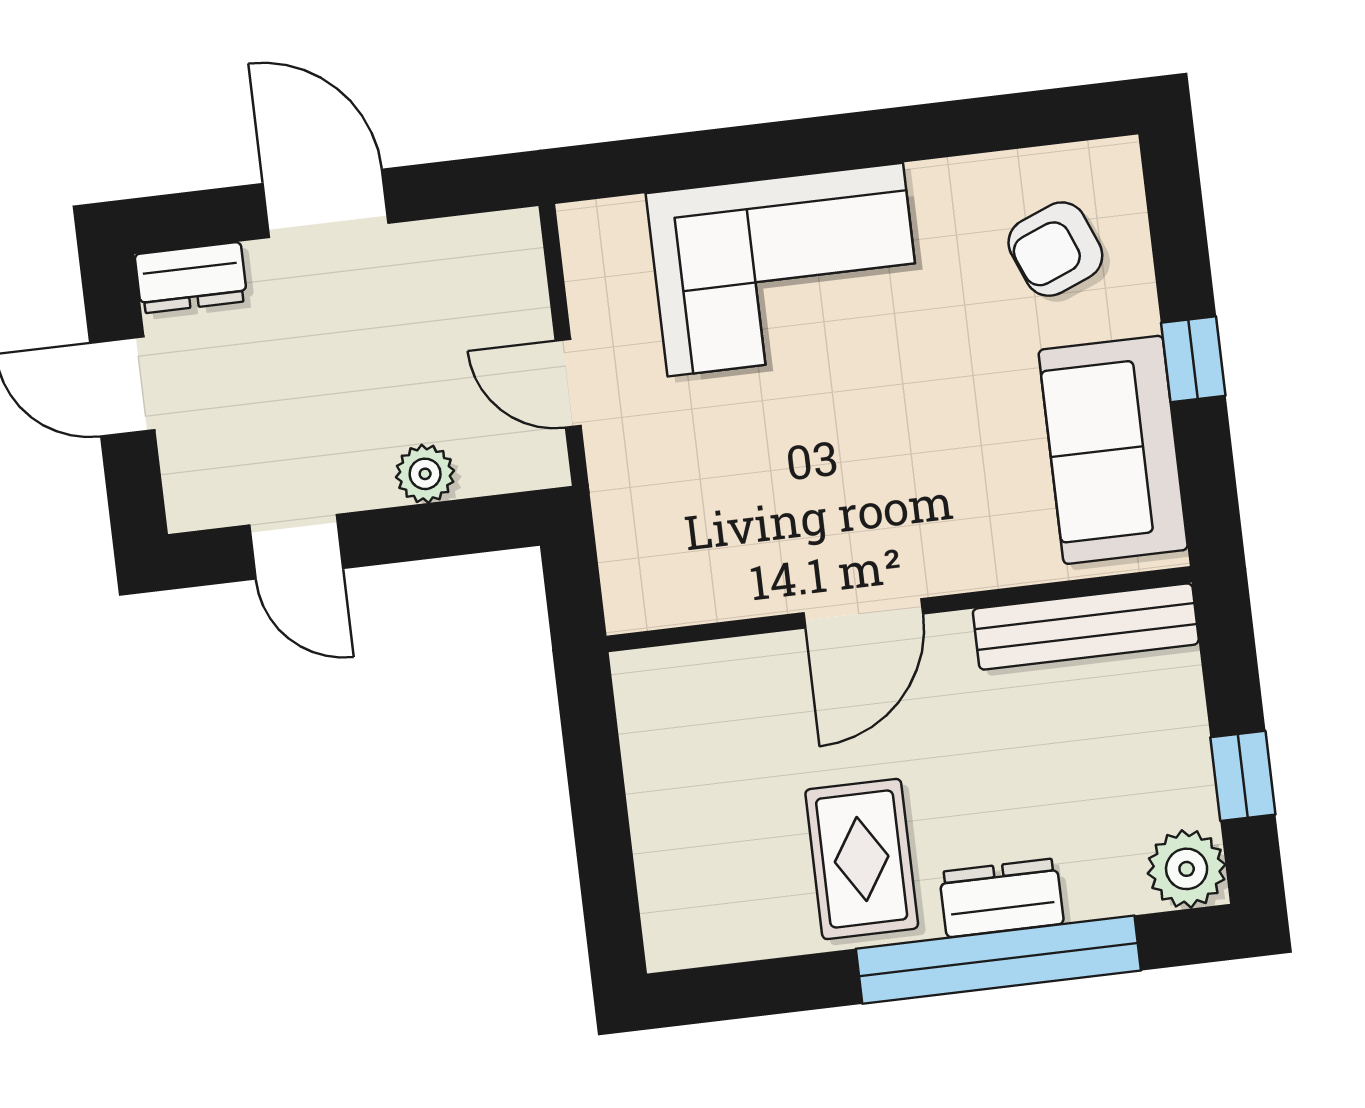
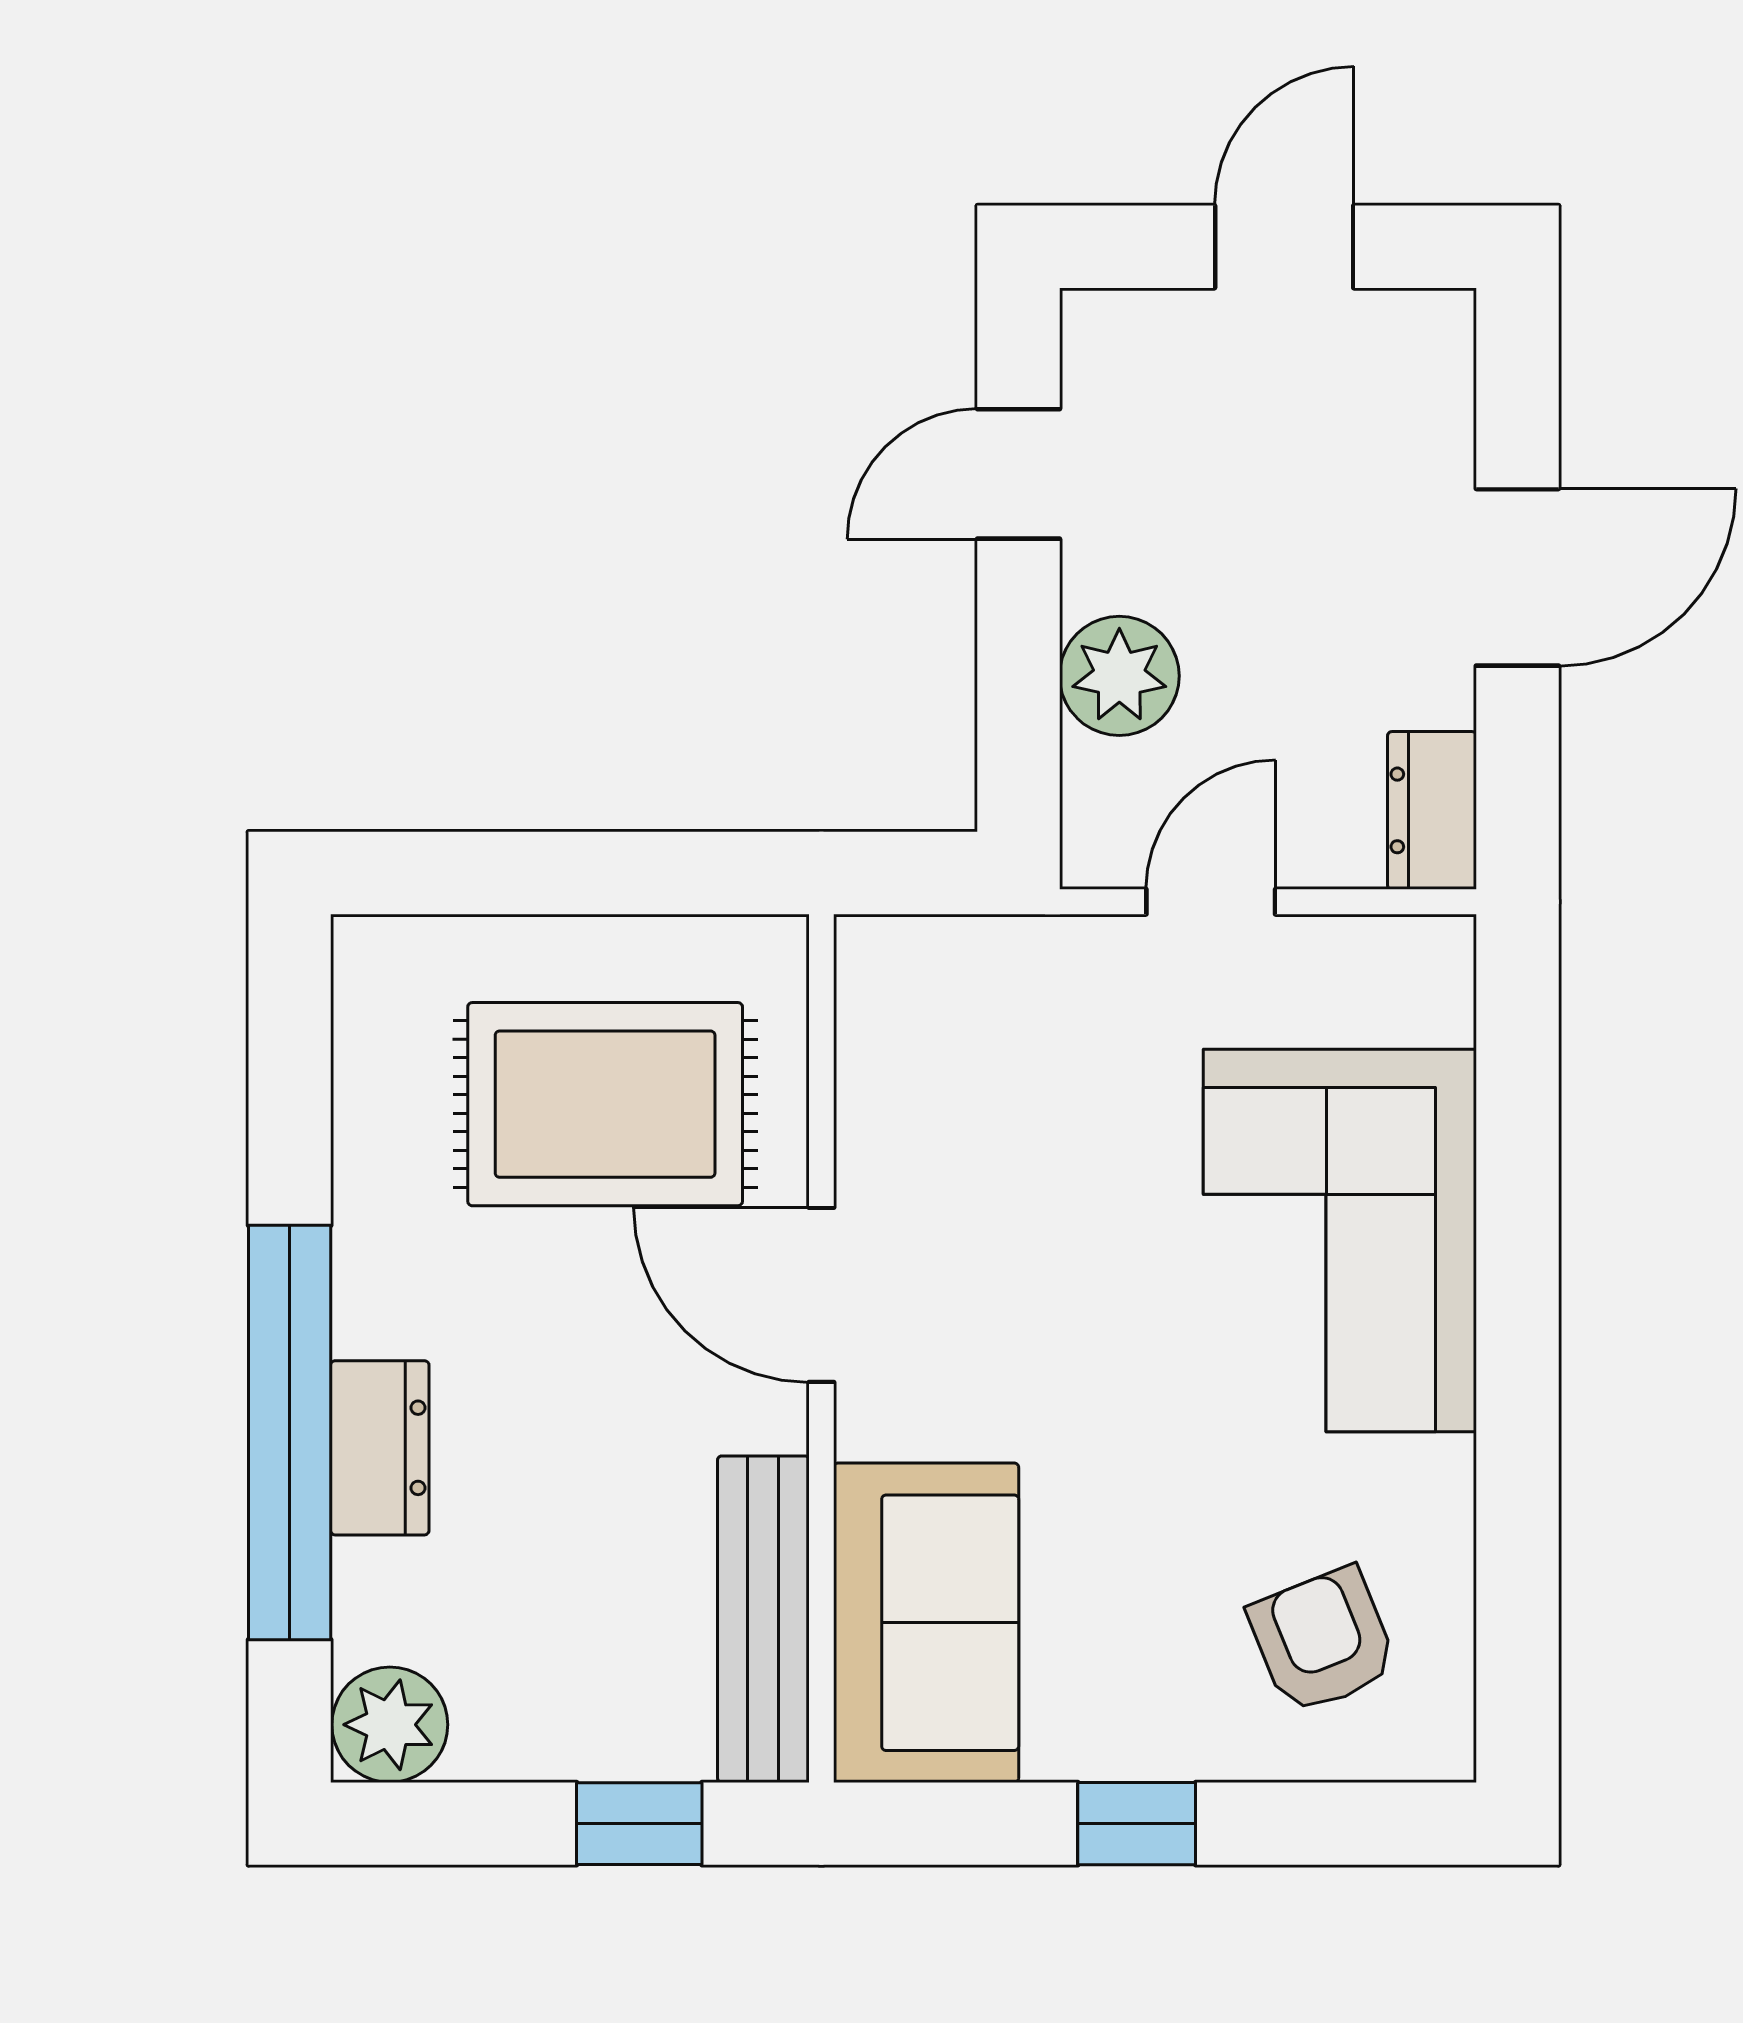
dresser: (191, 278) -> (1432, 810), moved
sofa: (1113, 450) -> (926, 1623), moved, turned 90
plant: (425, 474) -> (1119, 676), width x1.38, depth x1.38
window: (1243, 776) -> (639, 1824), moved
rug: (862, 859) -> (605, 1104), moved, width x1.36, depth x1.43

